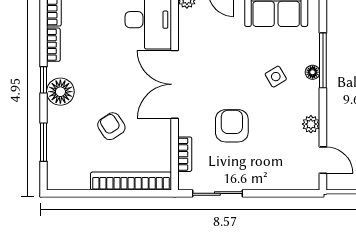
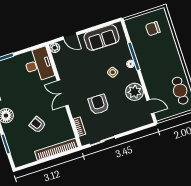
double door: (175, 84) -> (63, 93), width x0.73
plant: (311, 124) -> (135, 92), width x1.87, depth x1.87

